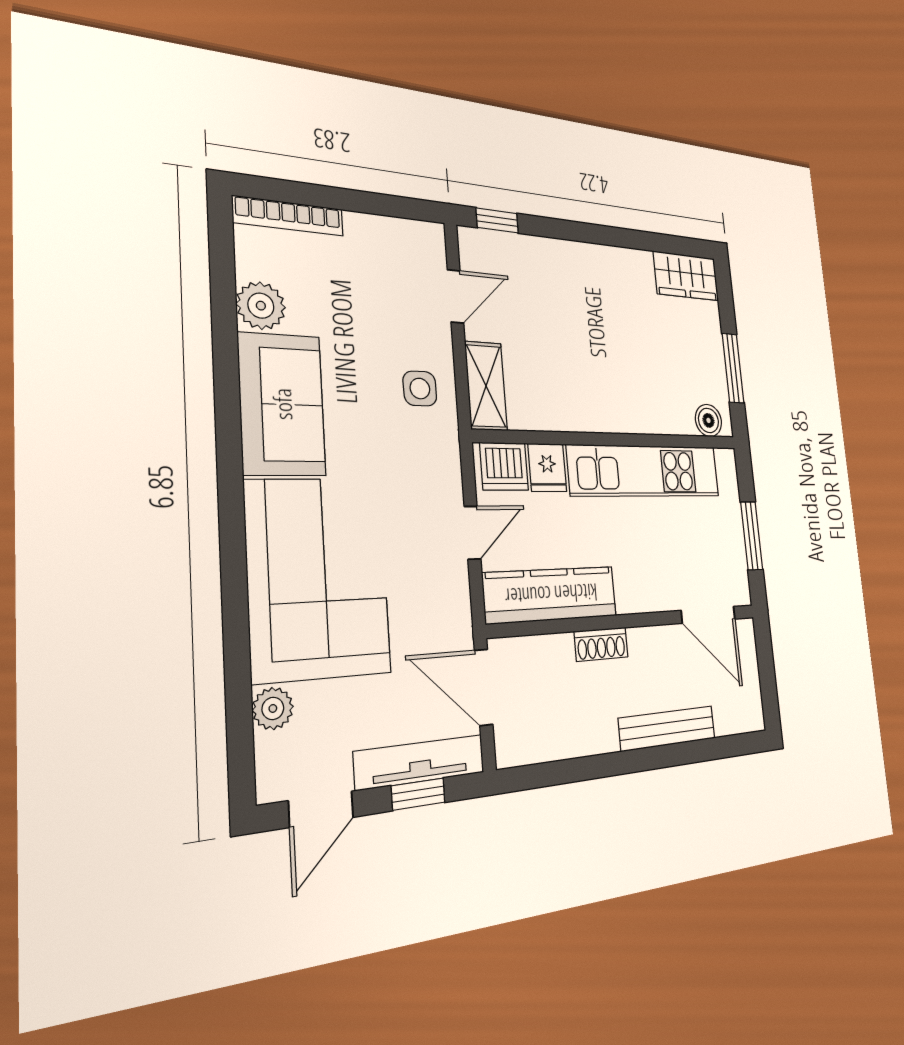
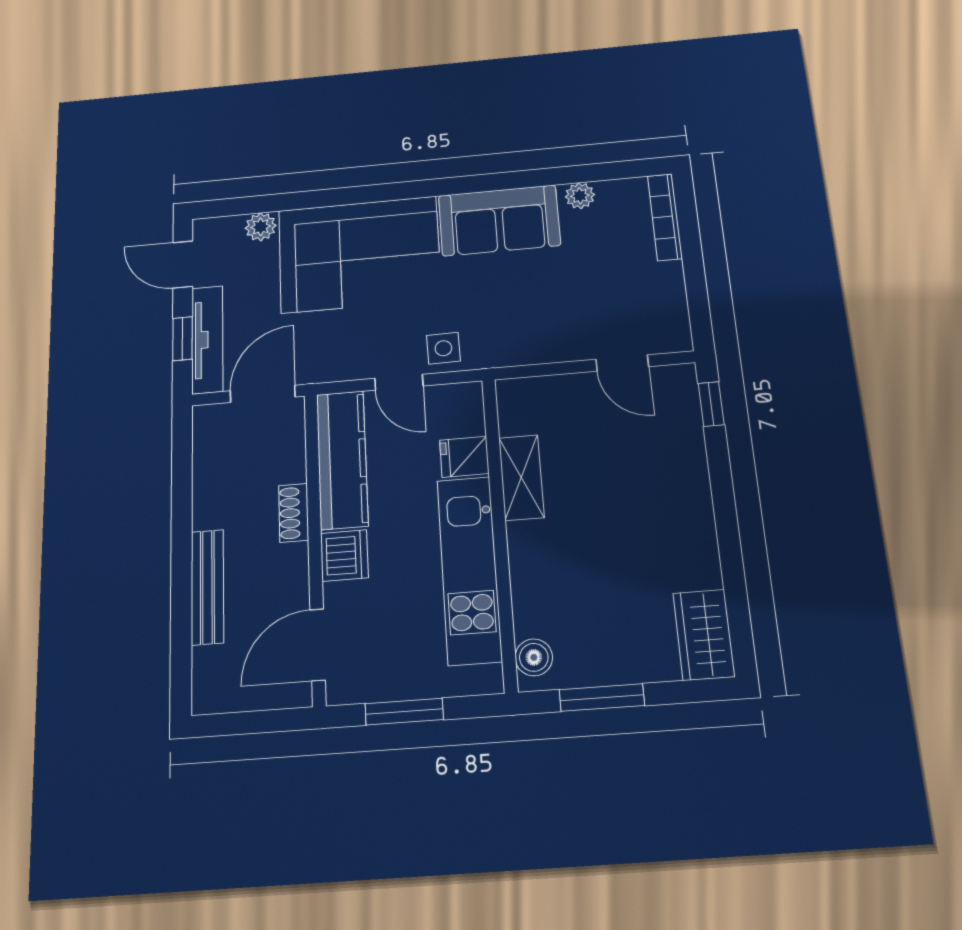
plant: (261, 306) -> (580, 196), width x0.73, depth x0.73
shelving: (486, 386) -> (521, 478), moved, turned 90
side table: (420, 389) -> (443, 348), moved
dishwasher: (504, 466) -> (344, 555), moved, turned 180

